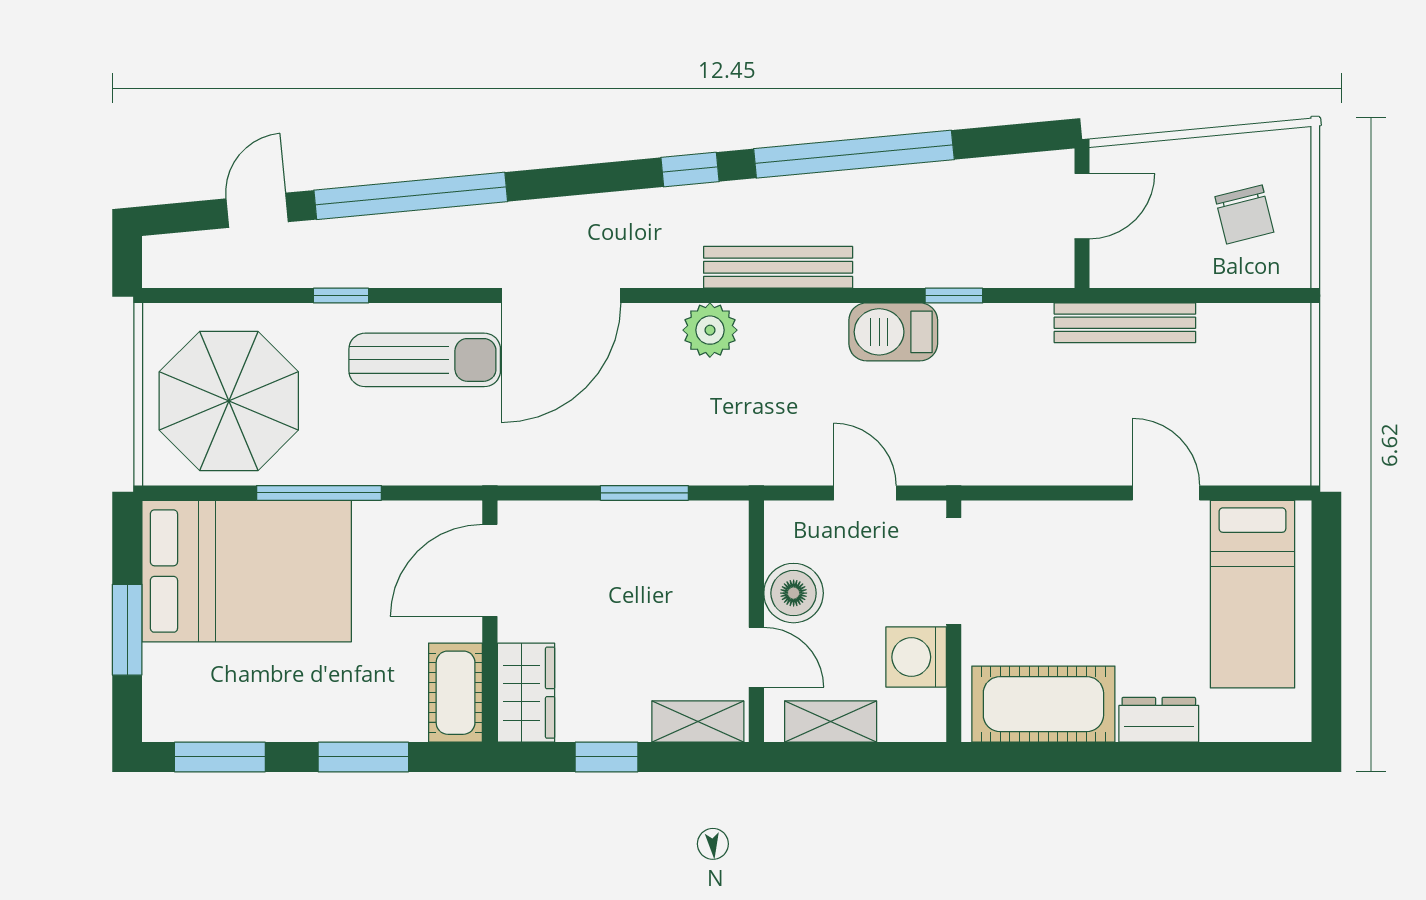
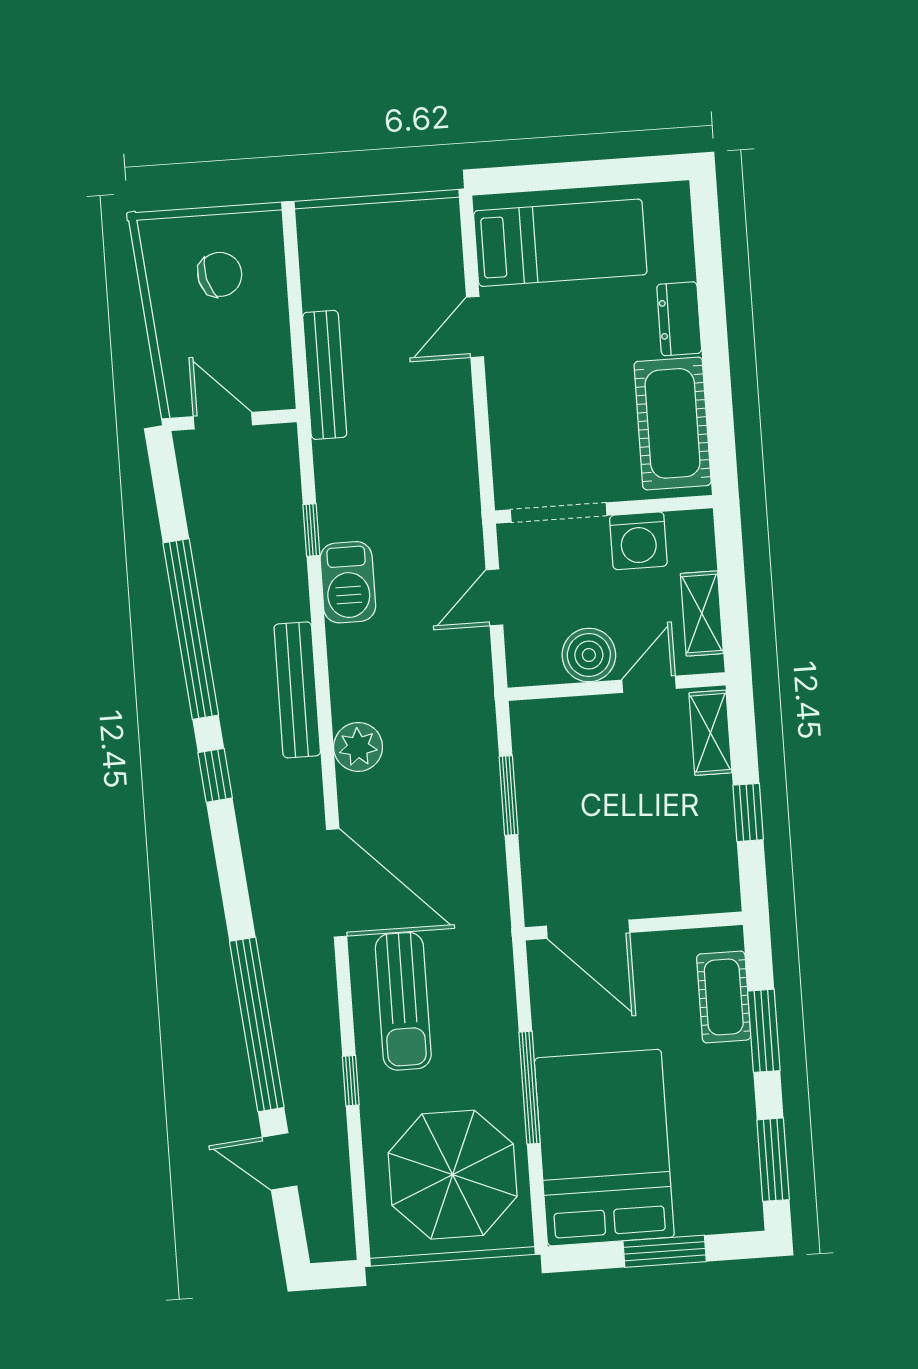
sun lounger: (425, 360) -> (403, 1001), turned 180
cot: (456, 693) -> (724, 997), moved, turned 90
wardrobe: (526, 693) -> (696, 889), removed

